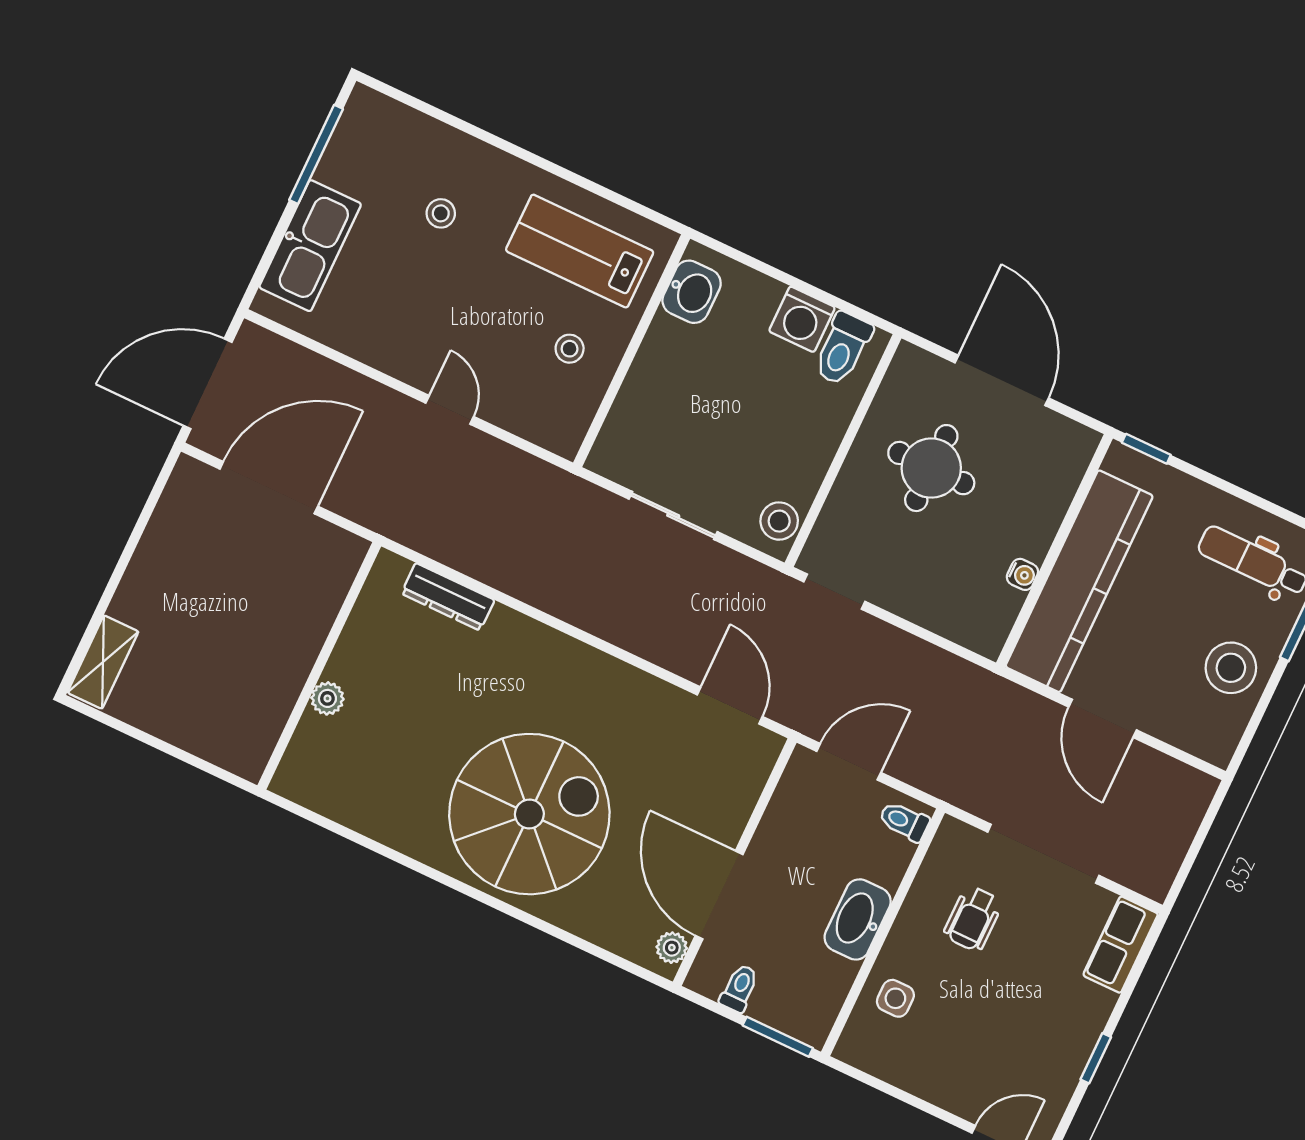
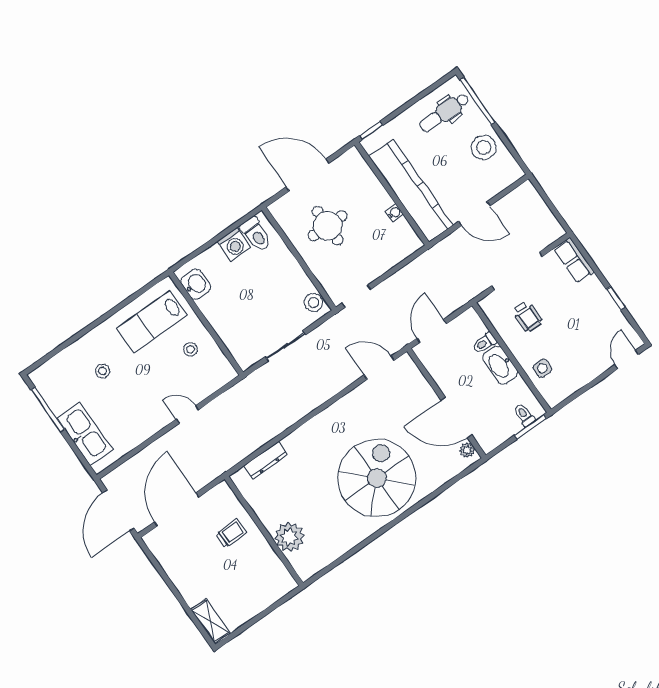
trolley: (281, 610) -> (231, 533), added
plant: (327, 698) -> (289, 537), width x1.87, depth x1.87
toilet: (904, 821) -> (484, 343), moved
toilet: (739, 988) -> (524, 415), moved

